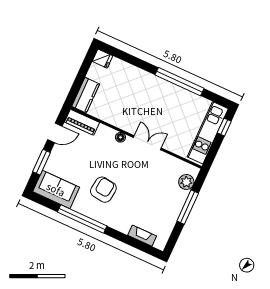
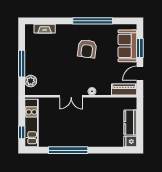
kitchen counter: (86, 95) -> (130, 123), moved
sofa: (56, 189) -> (127, 46), moved, turned 90

